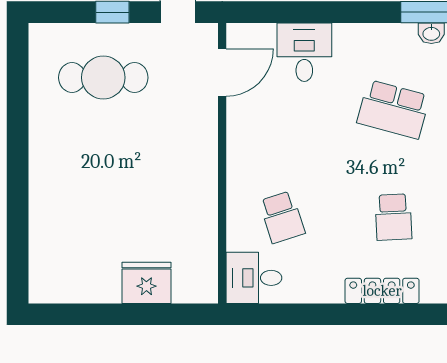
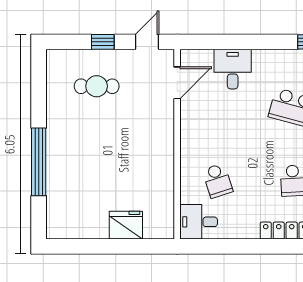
cafe table: (103, 78) -> (97, 86), width x0.73, depth x0.74
window: (18, 189) -> (39, 162), added

